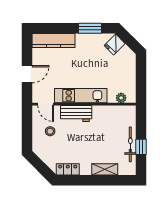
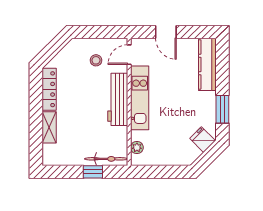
workbench: (76, 114) -> (118, 99), width x1.37
bicycle: (130, 144) -> (106, 159), moved
window: (141, 147) -> (93, 172), moved
locker: (68, 169) -> (49, 89), width x1.53

